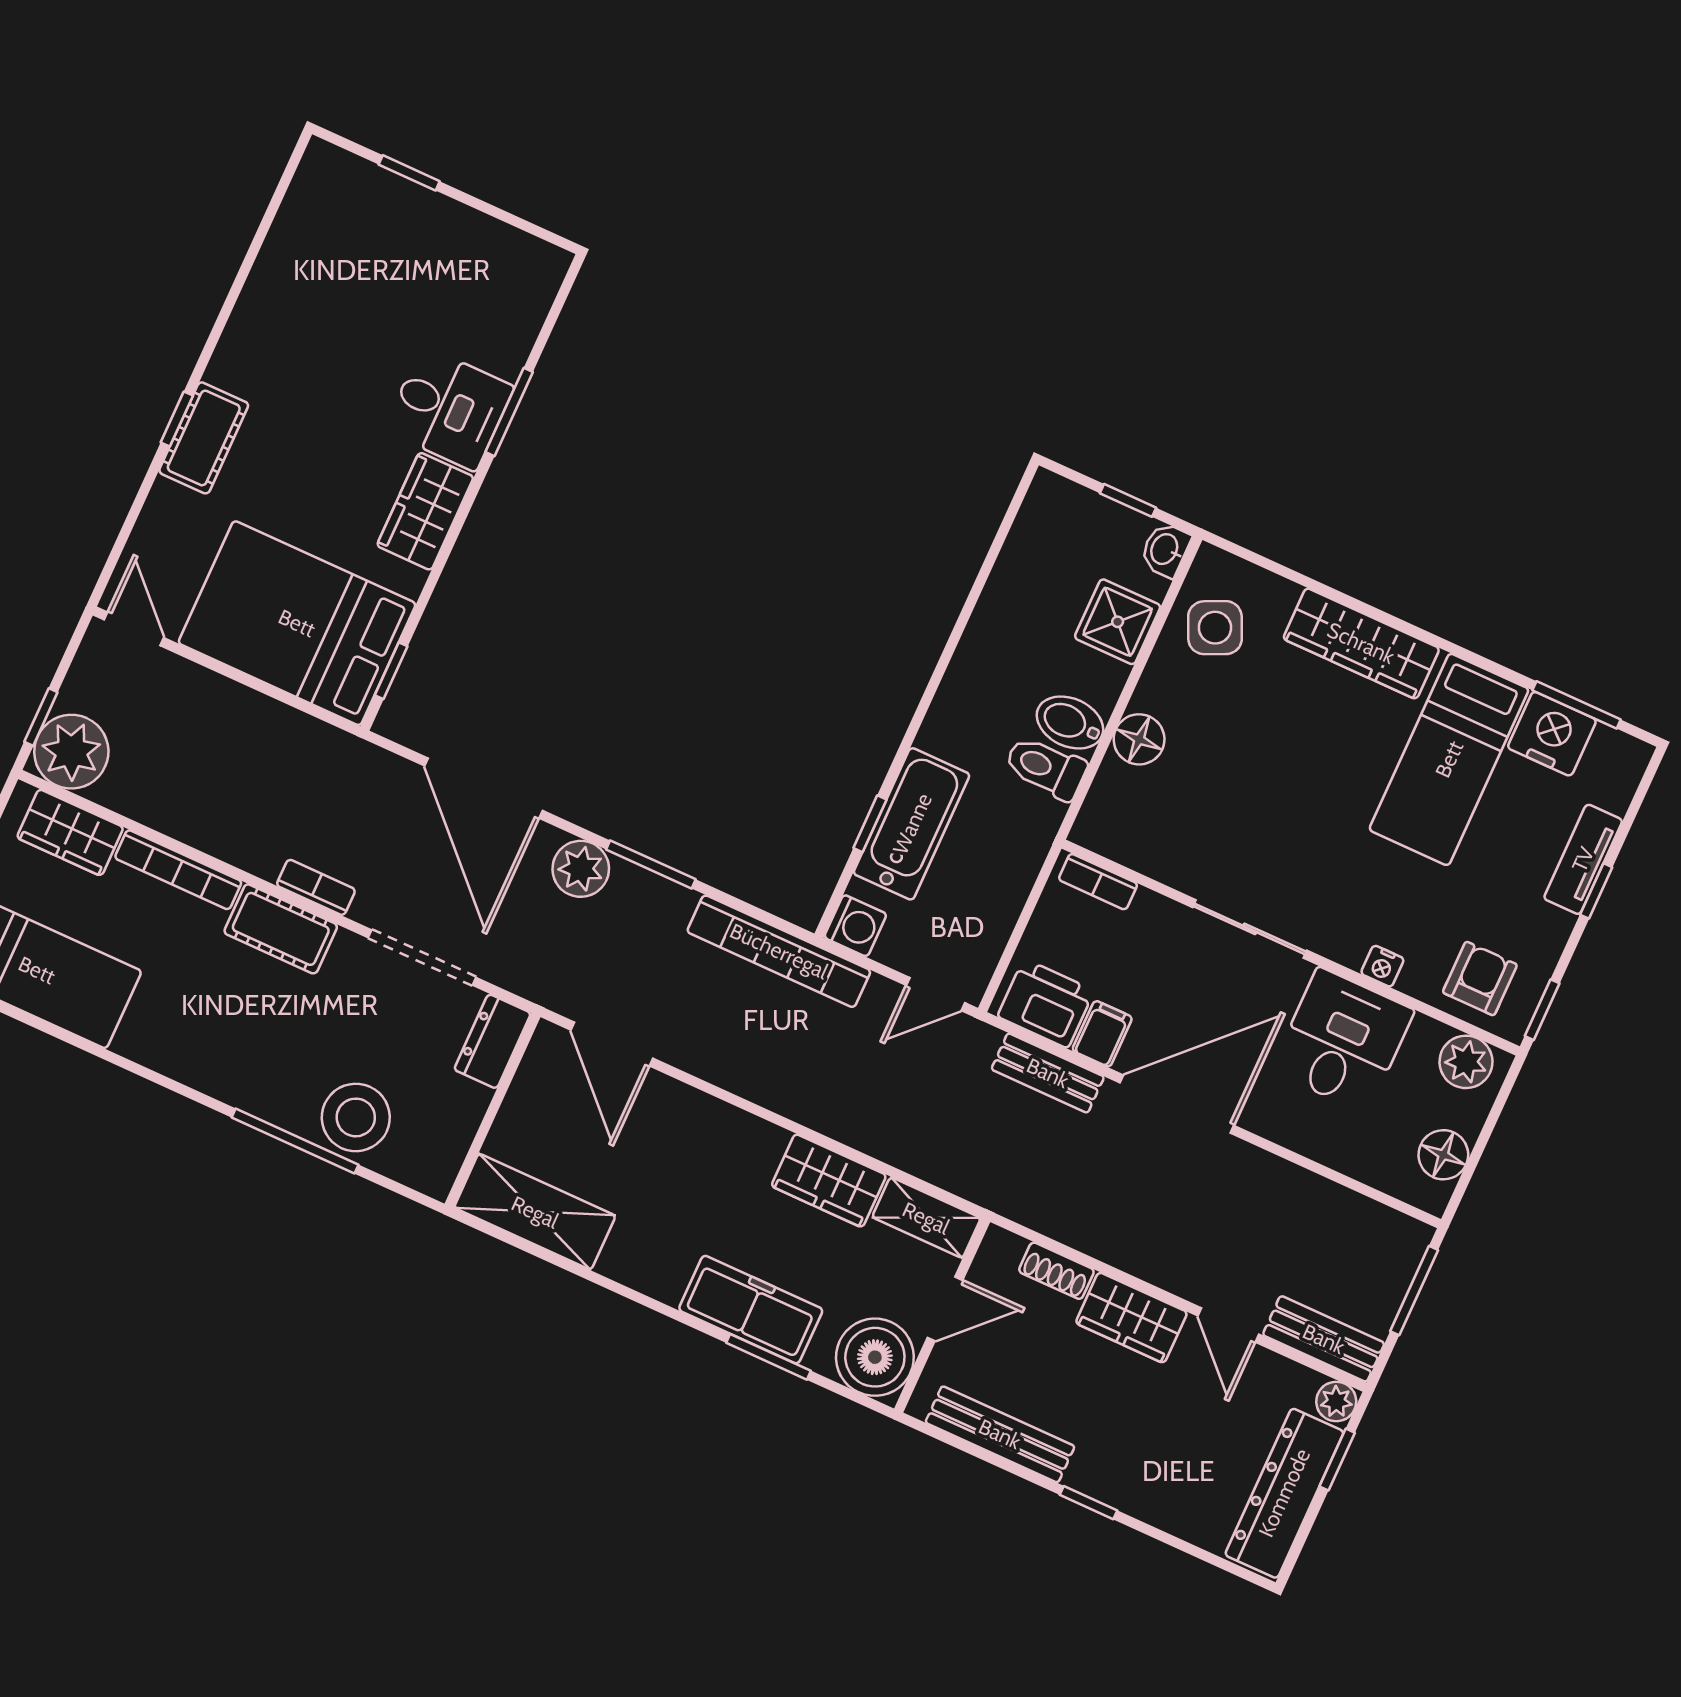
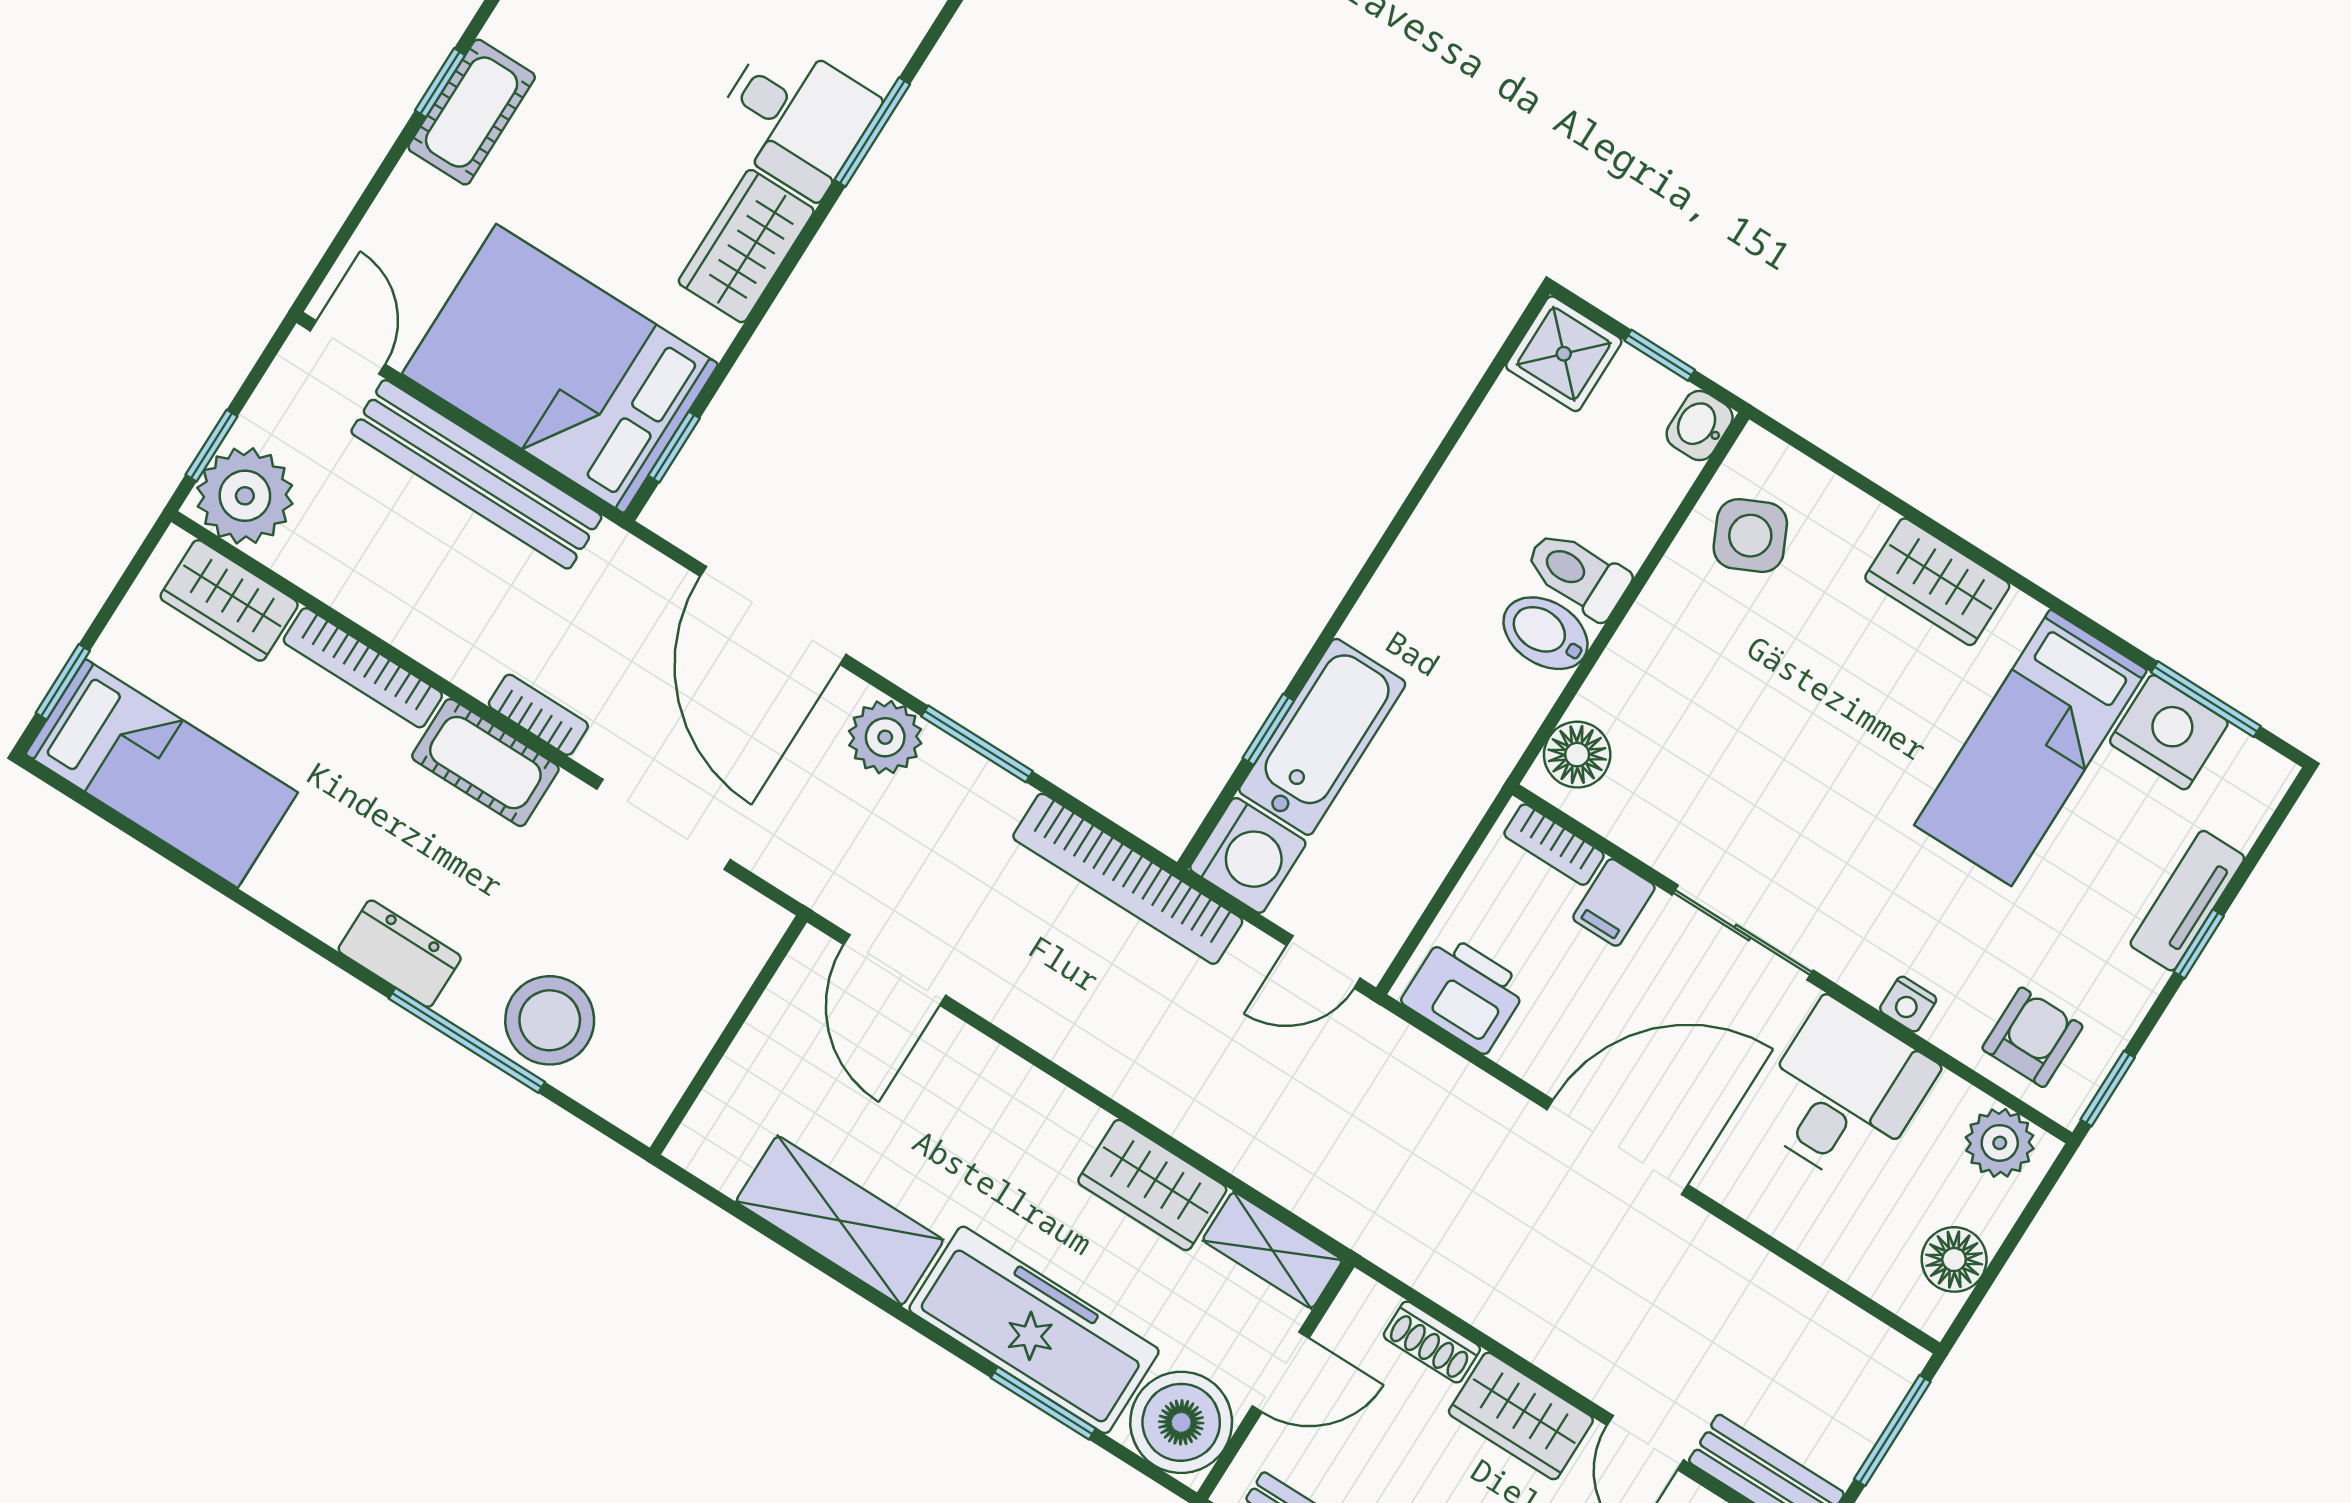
shower: (1118, 622) -> (1564, 354), moved
wardrobe: (1361, 643) -> (1937, 582), width x0.67
floor lamp: (1139, 739) -> (1577, 755), moved
toilet: (1046, 768) -> (1577, 574), moved
washing machine: (855, 926) -> (1248, 855), width x1.38, depth x1.38
filing cabinet: (1102, 1034) -> (1614, 902), moved, turned 180
dresser: (493, 1041) -> (400, 954), moved, turned 90
bench: (1048, 1073) -> (476, 474), moved, width x1.86, depth x1.21
shelving: (535, 1212) -> (840, 1221), moved
freezer: (751, 1310) -> (1034, 1330), width x1.36, depth x1.26

